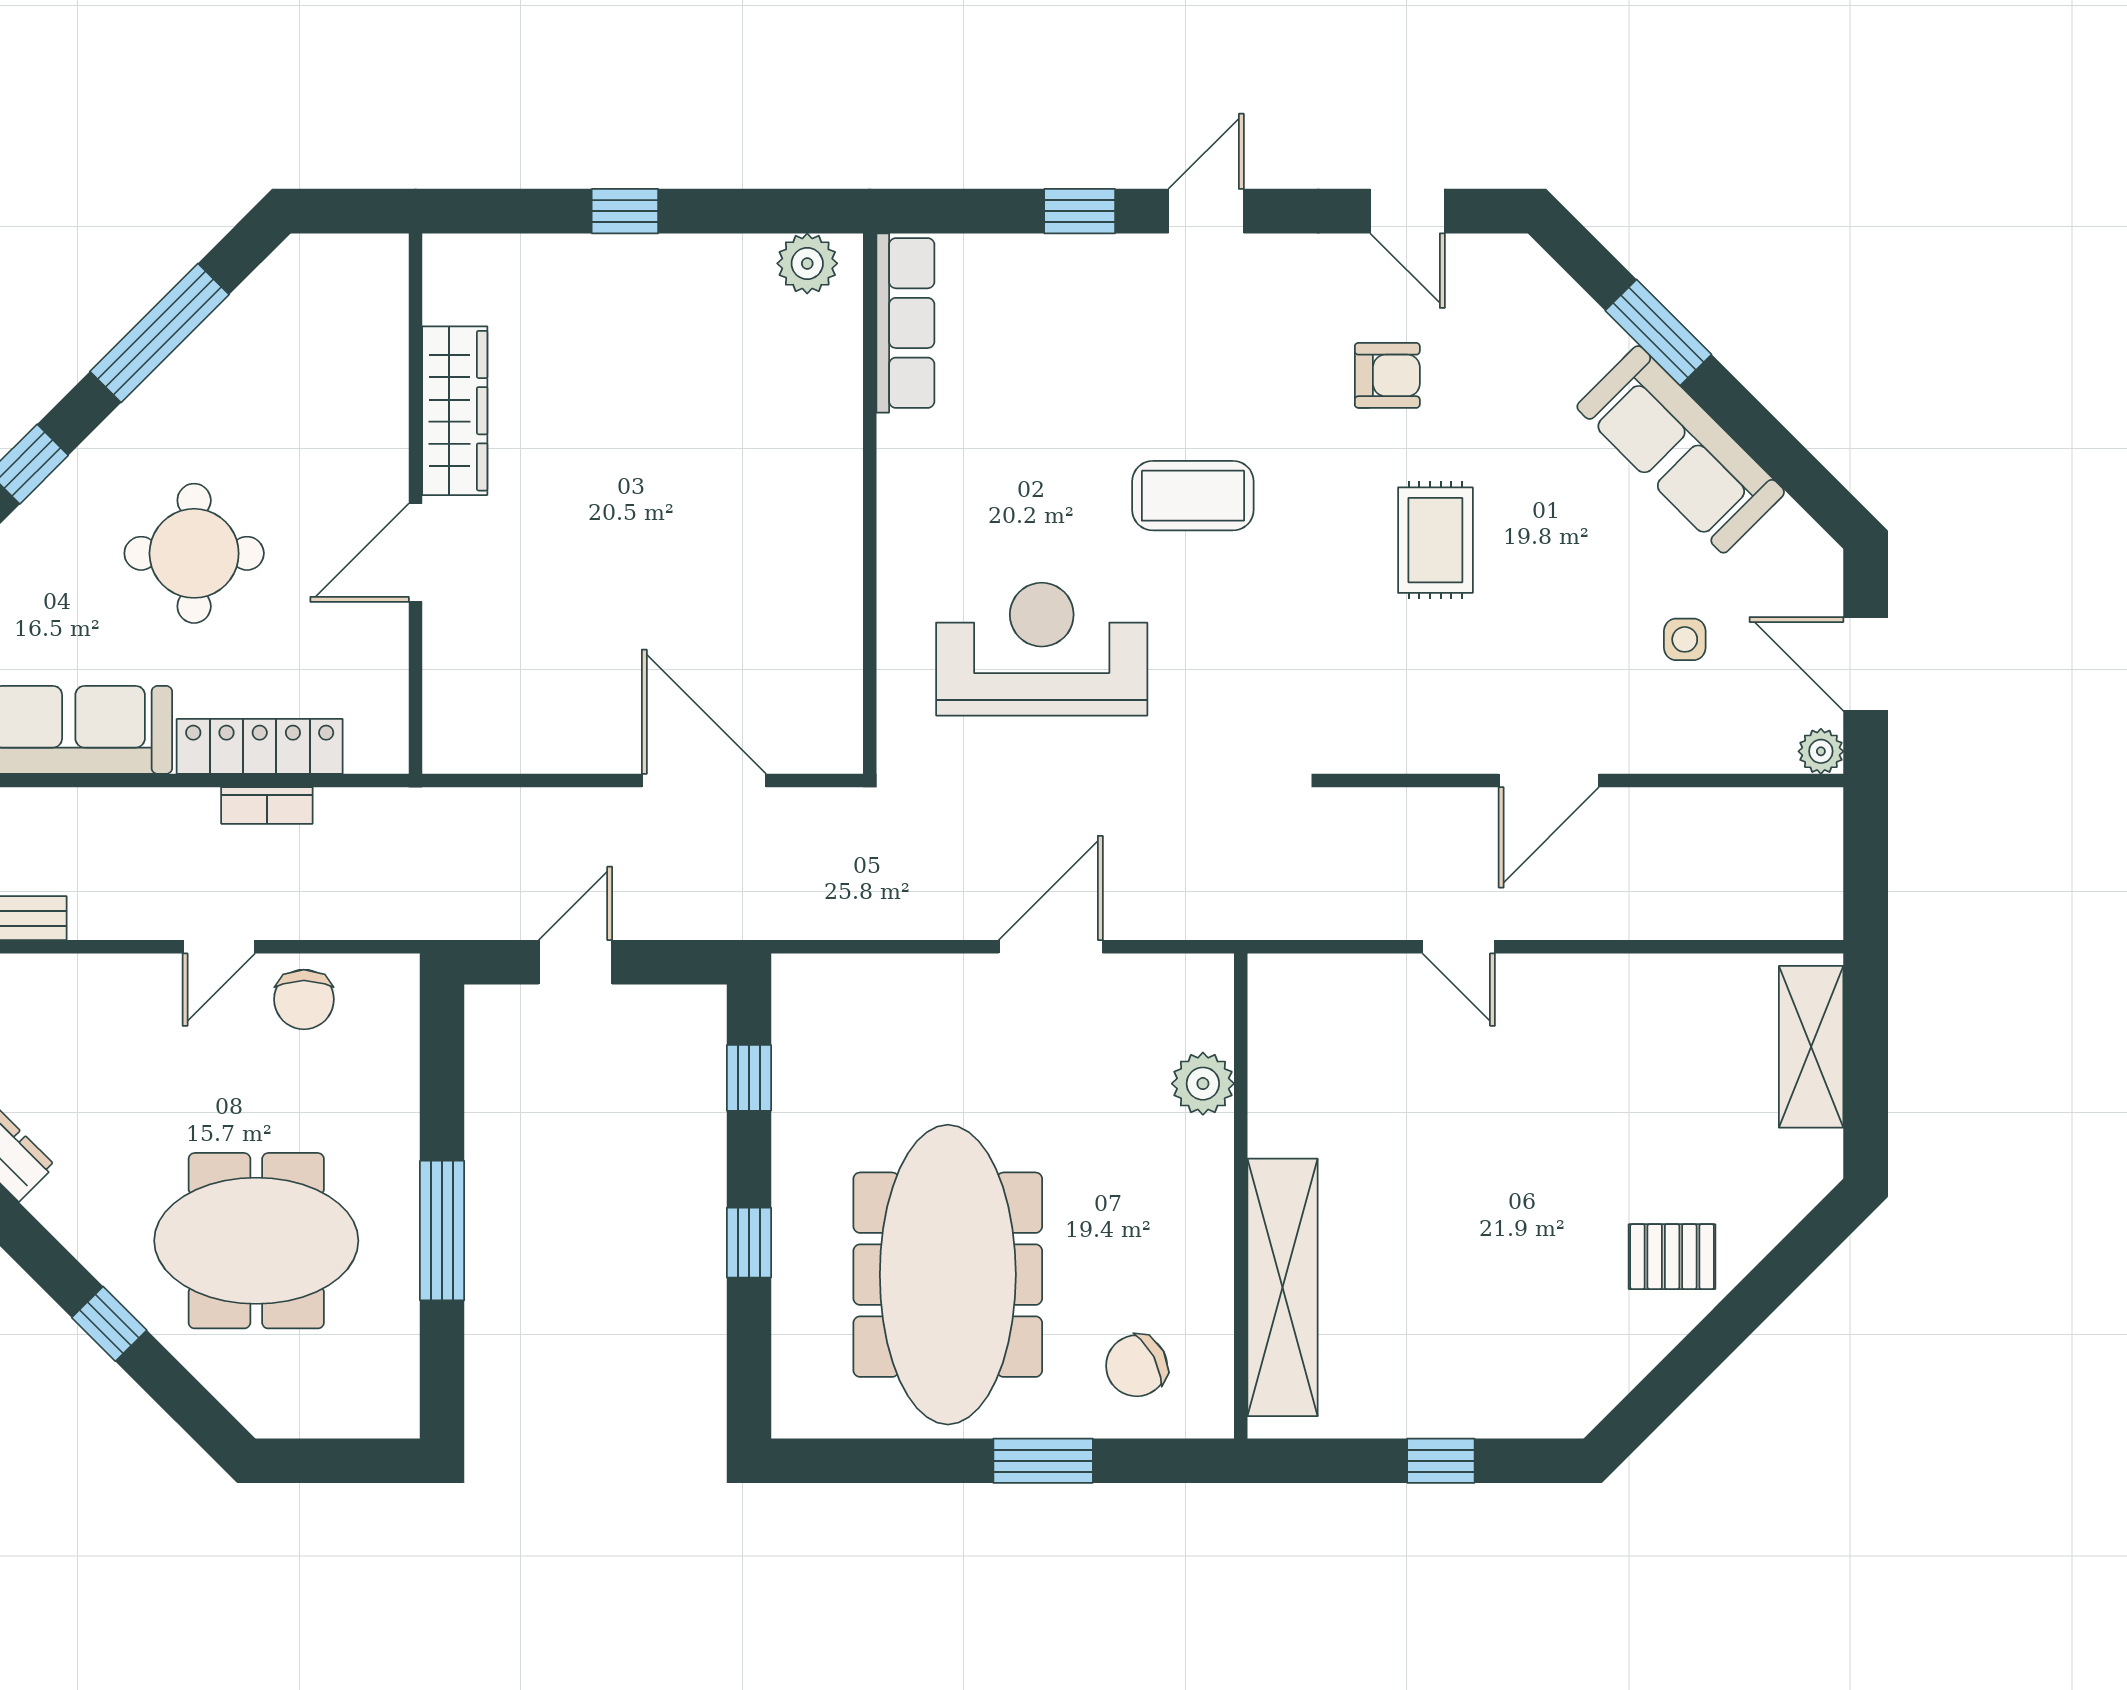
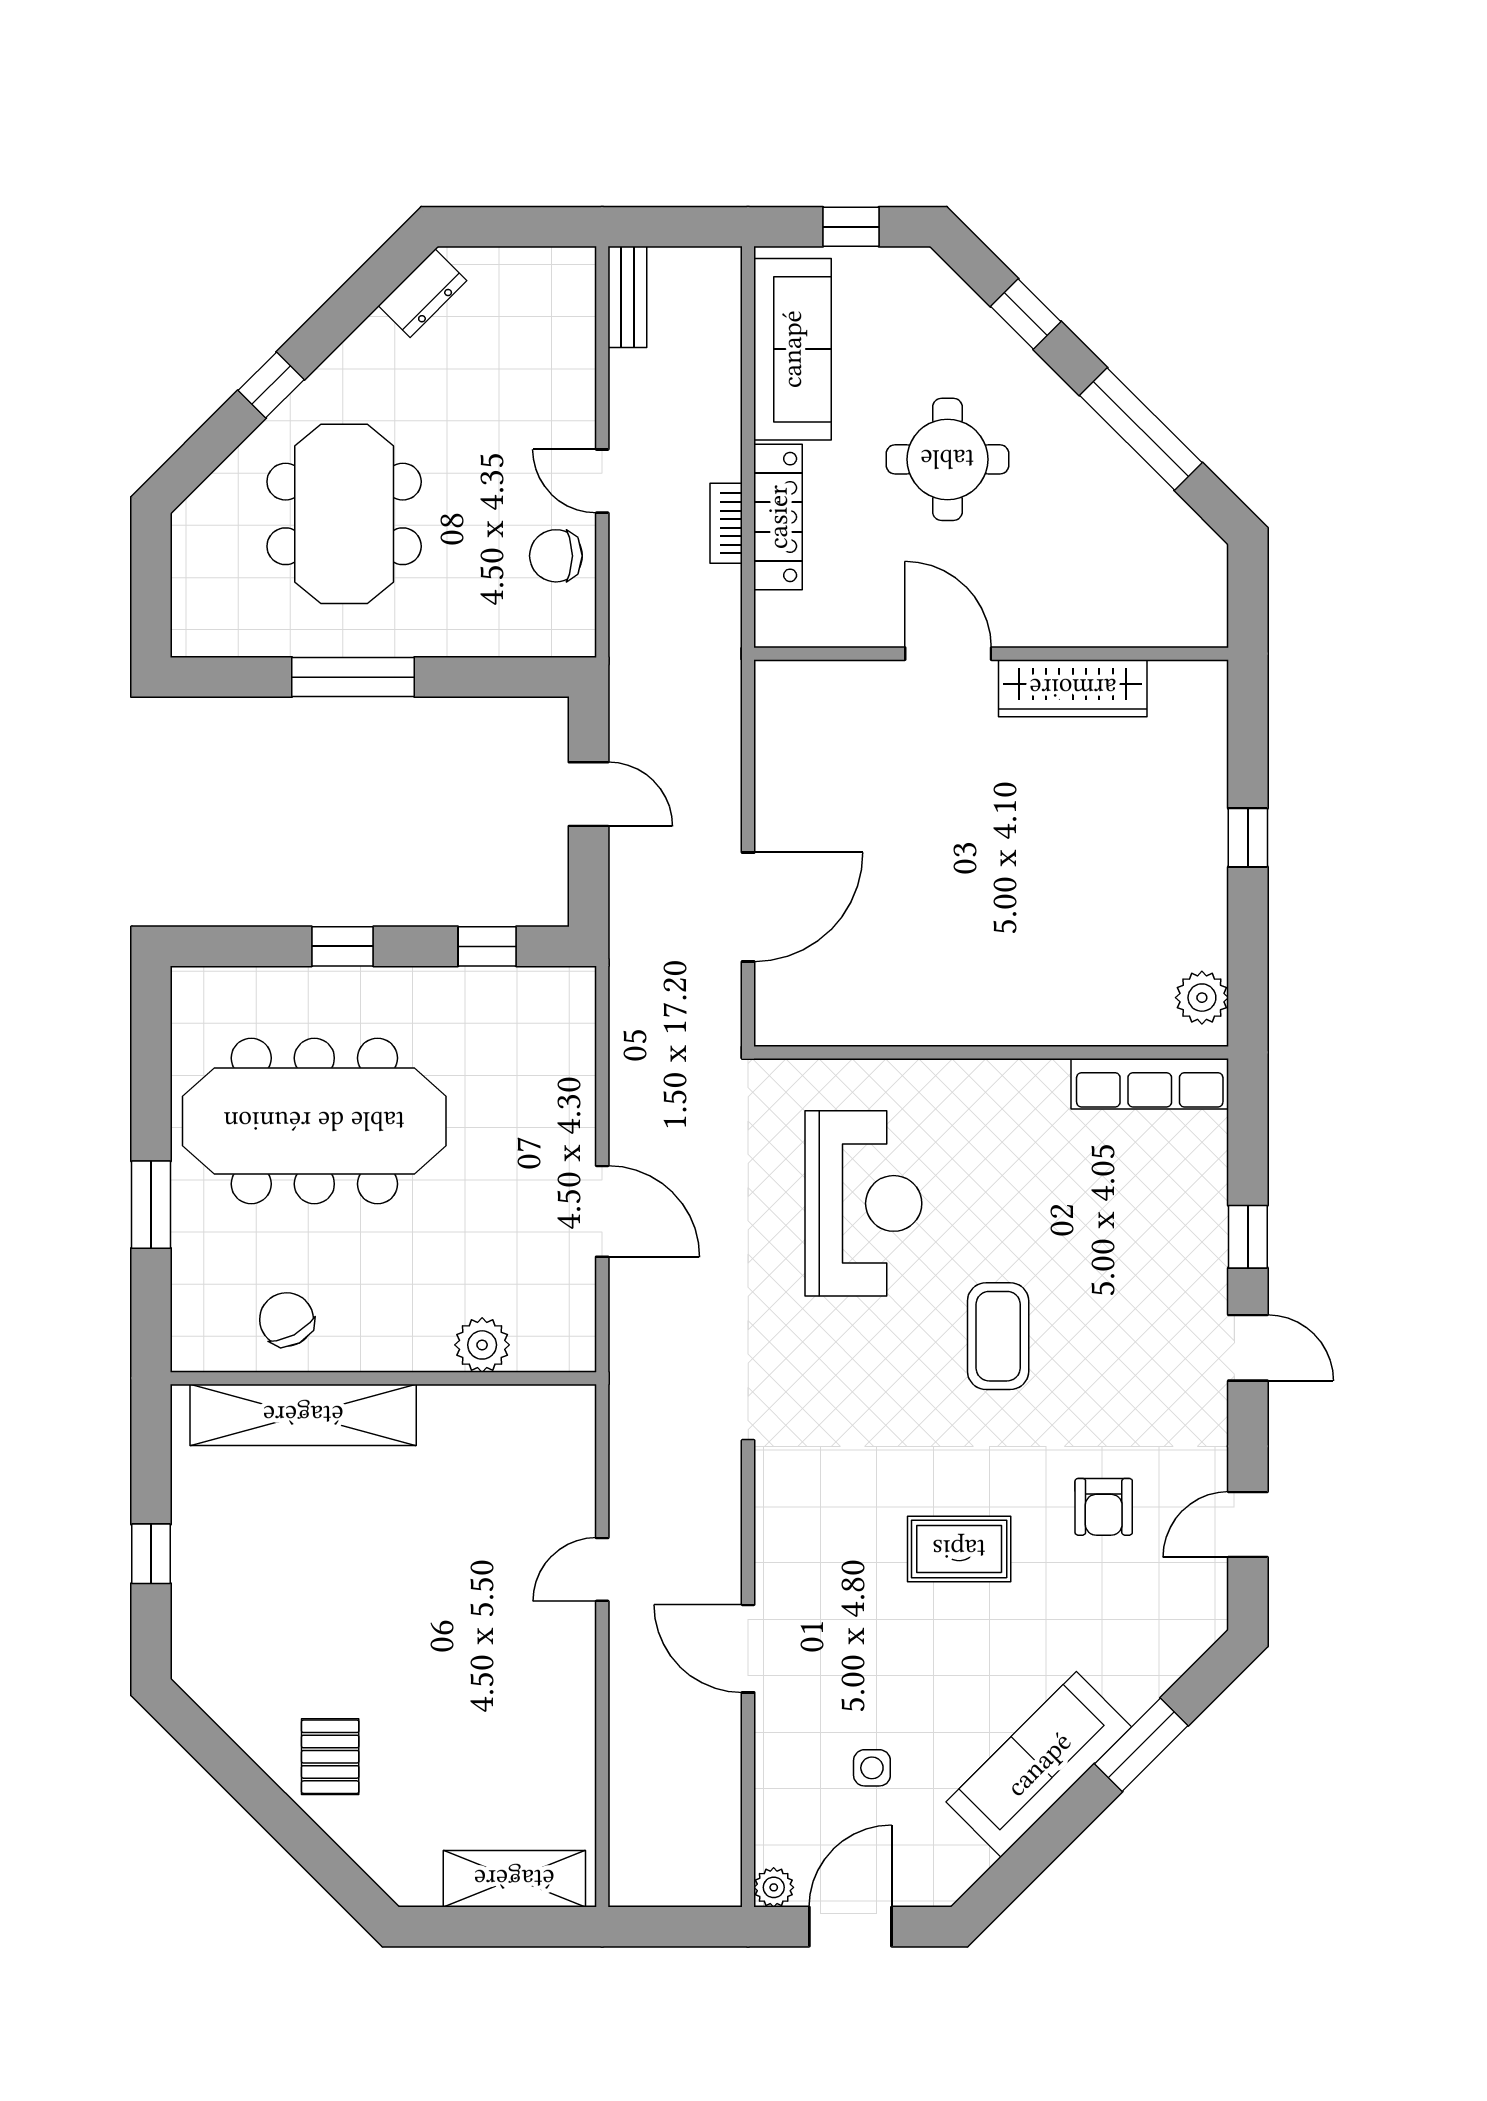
chair: (1137, 1366) -> (287, 1319), moved

